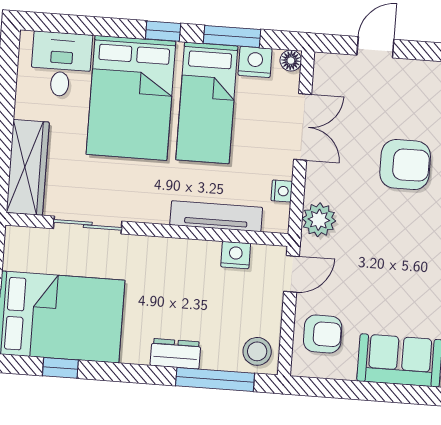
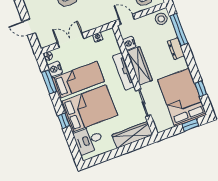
window: (163, 31) -> (64, 121), moved
tv unit: (216, 216) -> (124, 71), moved
plant: (319, 220) -> (102, 19), removed
wardrobe: (174, 255) -> (140, 66), added

